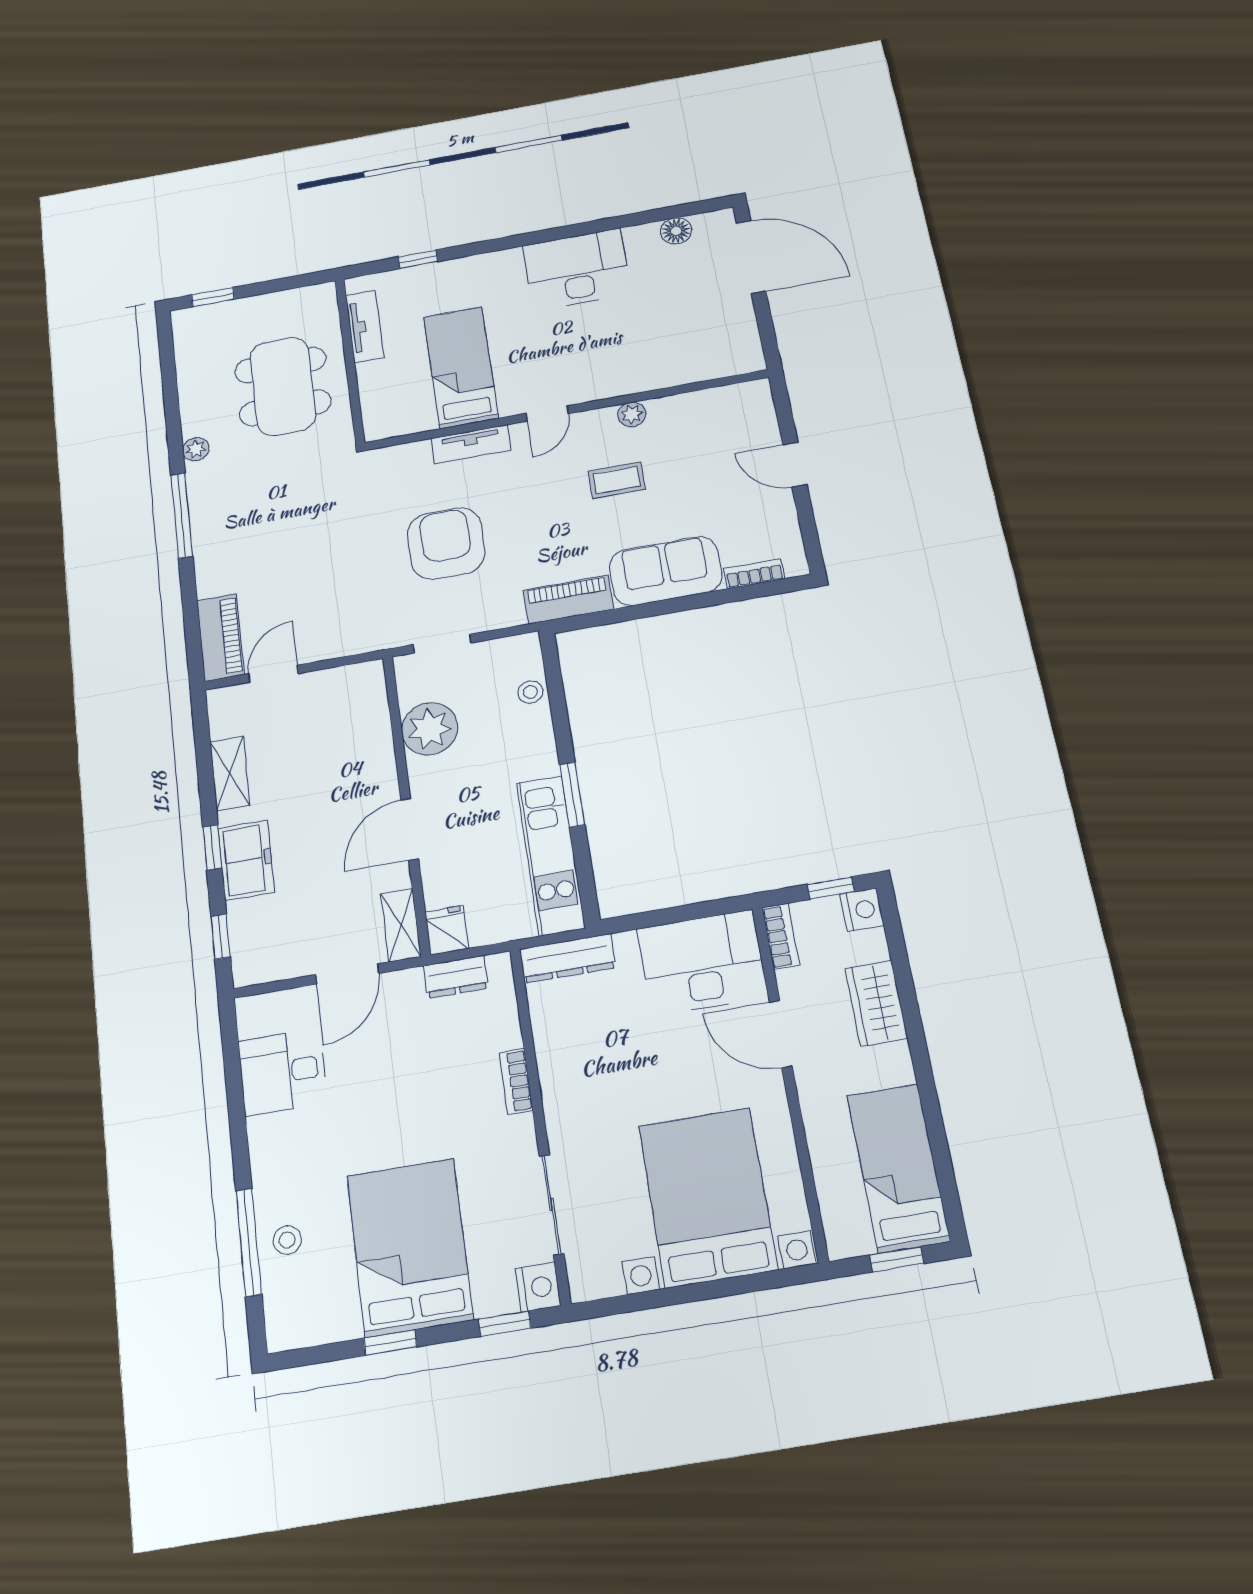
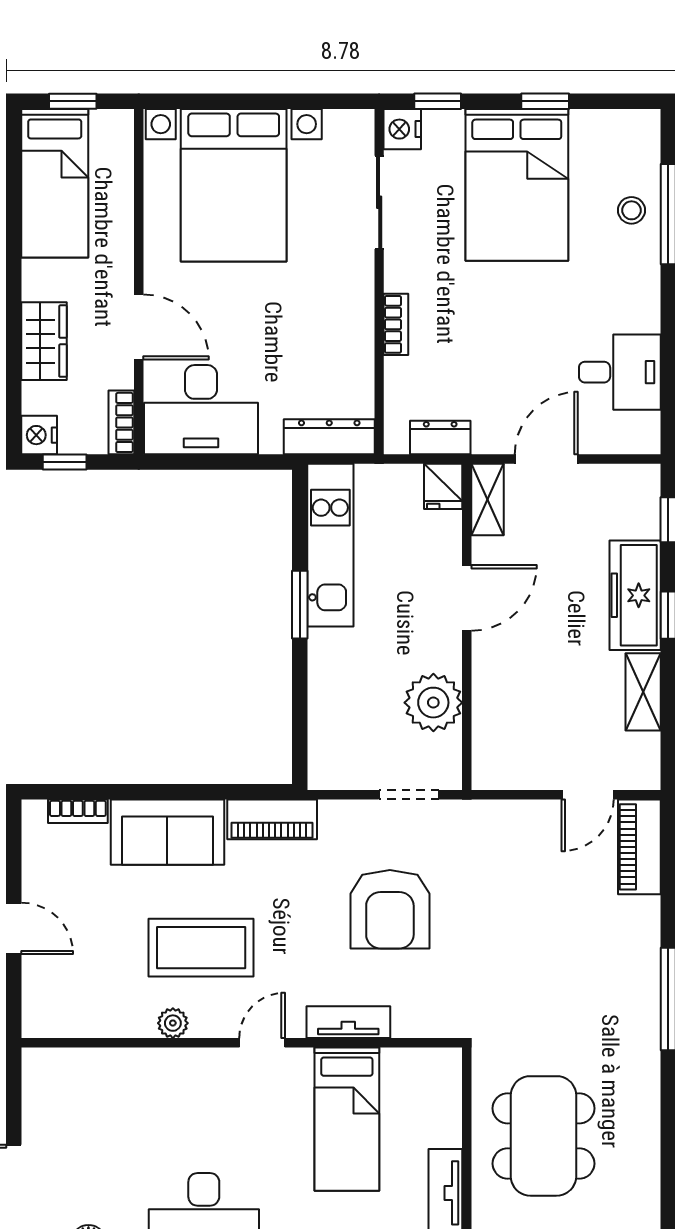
plant: (196, 449) -> (646, 1077), removed
coffee table: (617, 480) -> (201, 948), width x1.86, depth x1.72
stool: (530, 692) -> (326, 724), removed
freezer: (246, 860) -> (635, 595), width x1.40

